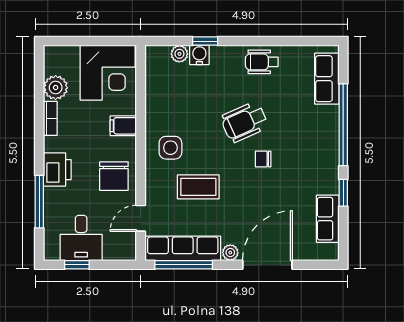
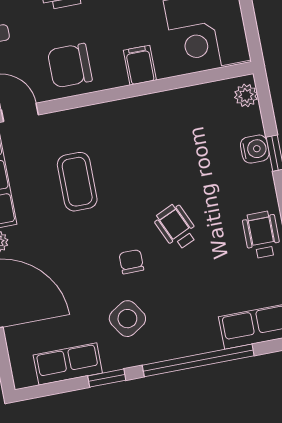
plant: (179, 54) -> (246, 95), moved
wheelchair: (244, 122) -> (176, 227), width x0.73, depth x0.73
side table: (170, 148) -> (127, 319), moved, turned -33

